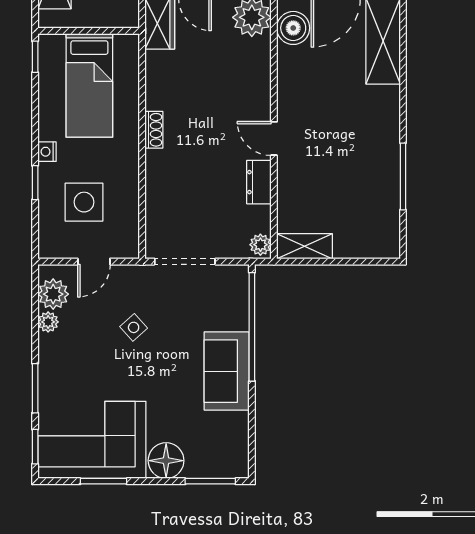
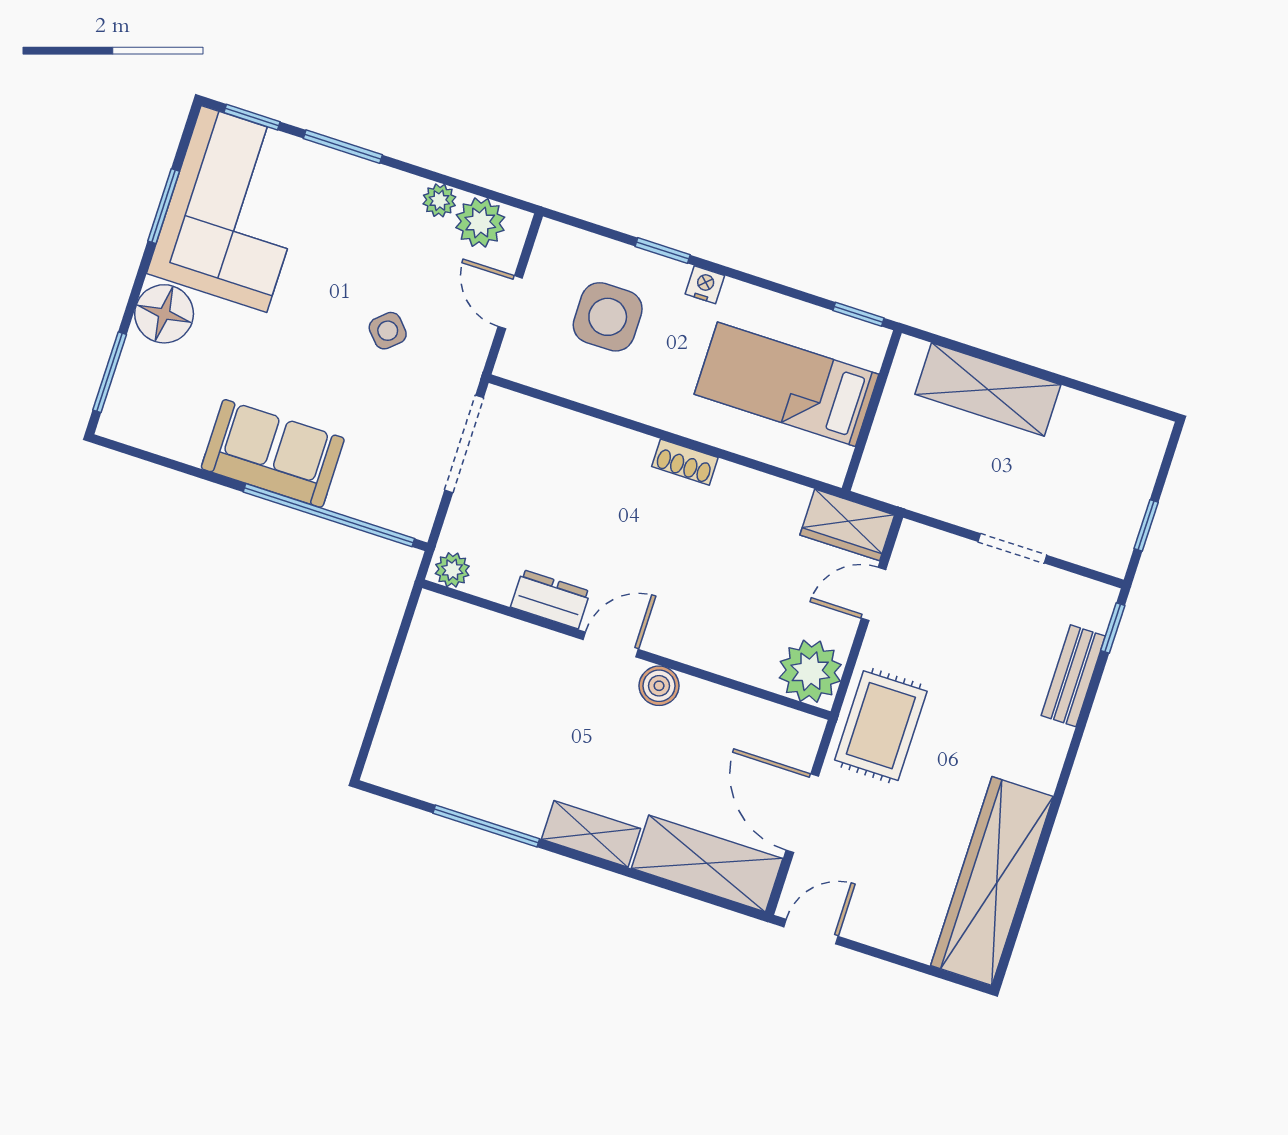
boiler: (293, 28) -> (659, 686), moved, width x0.73, depth x0.73
shelving: (305, 246) -> (591, 834), moved, turned 90

